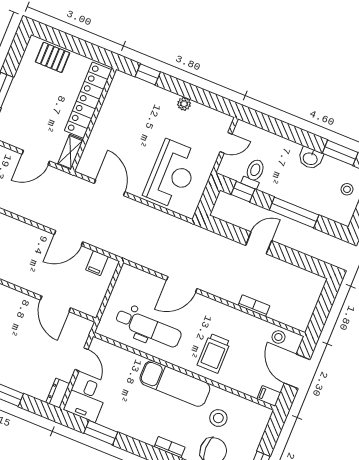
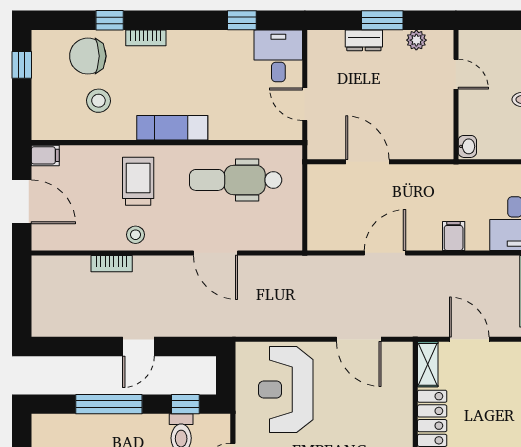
door: (36, 158) -> (469, 339), hinge flipped
filing cabinet: (97, 263) -> (454, 236), moved
door: (182, 284) -> (215, 253), swing flipped
stool: (278, 337) -> (136, 235), moved
exam couch: (175, 383) -> (172, 128), width x0.73, depth x0.69
dresser: (58, 393) -> (364, 40), moved, turned 90
window: (101, 433) -> (242, 20), width x0.67

